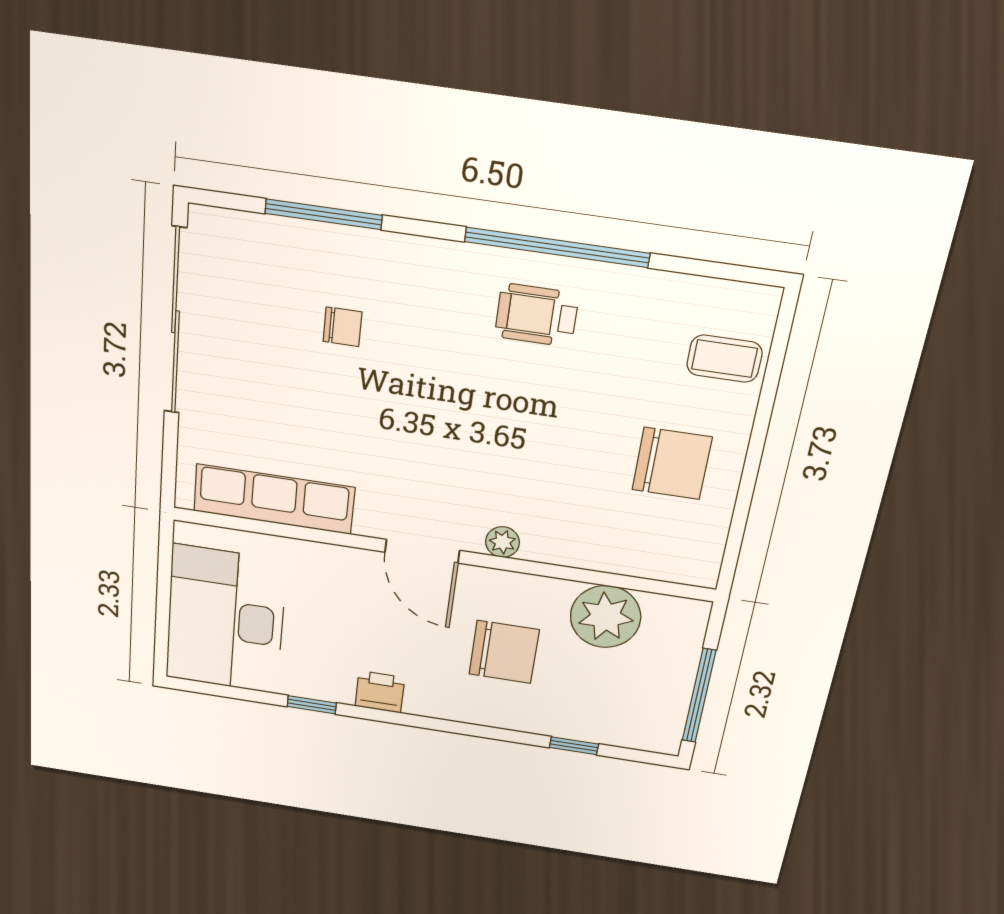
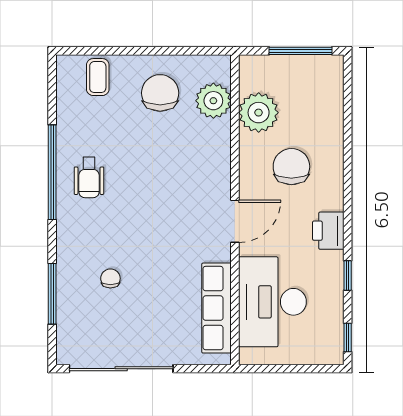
plant: (502, 542) -> (213, 101), moved, width x1.87, depth x1.87
desk: (225, 620) -> (272, 302), moved, turned 90
printer: (380, 692) -> (328, 231), width x1.36, depth x1.24
window: (574, 746) -> (348, 338), moved

